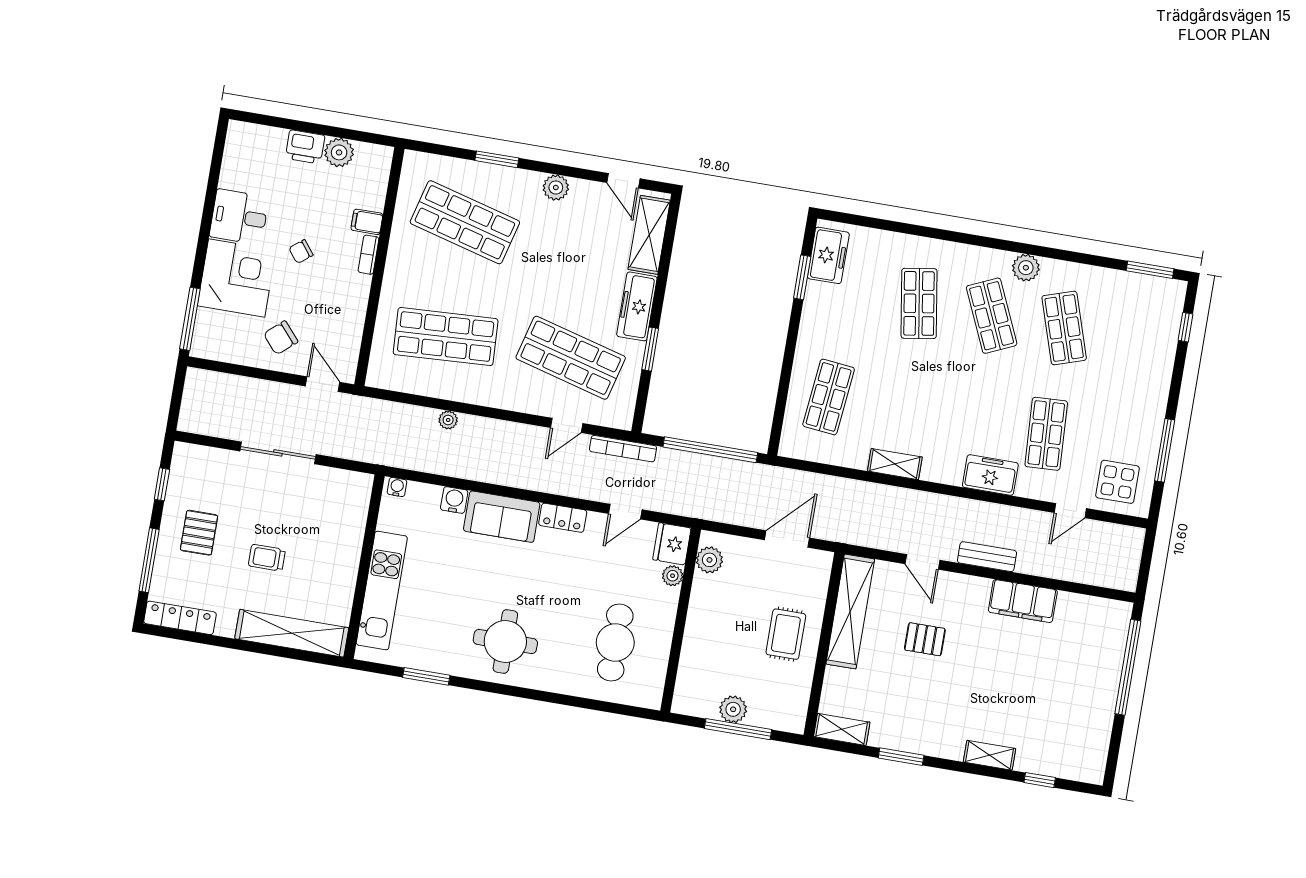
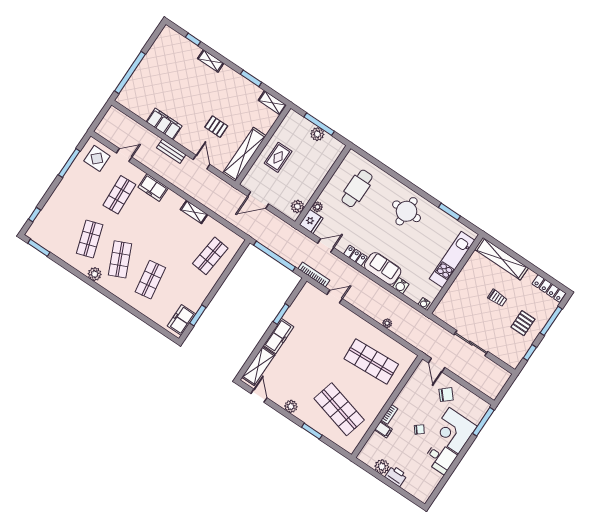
shop shelf: (571, 358) -> (319, 326), removed

